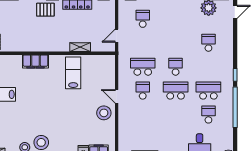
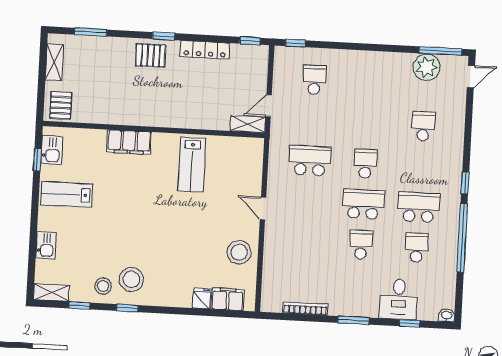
shelving: (80, 47) -> (248, 124), moved
lab bench: (73, 73) -> (192, 165), turned 180
school desk: (143, 91) -> (361, 245), moved
stool: (104, 113) -> (239, 252), moved

